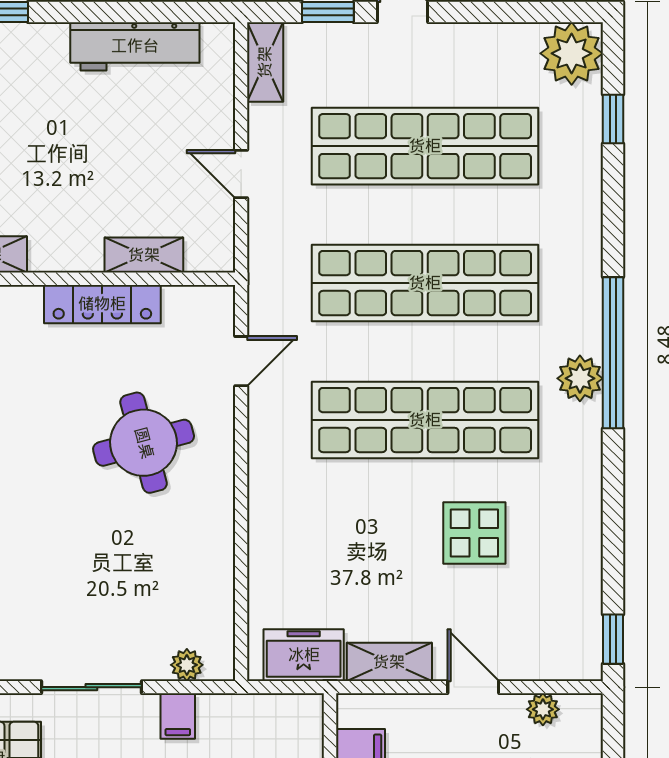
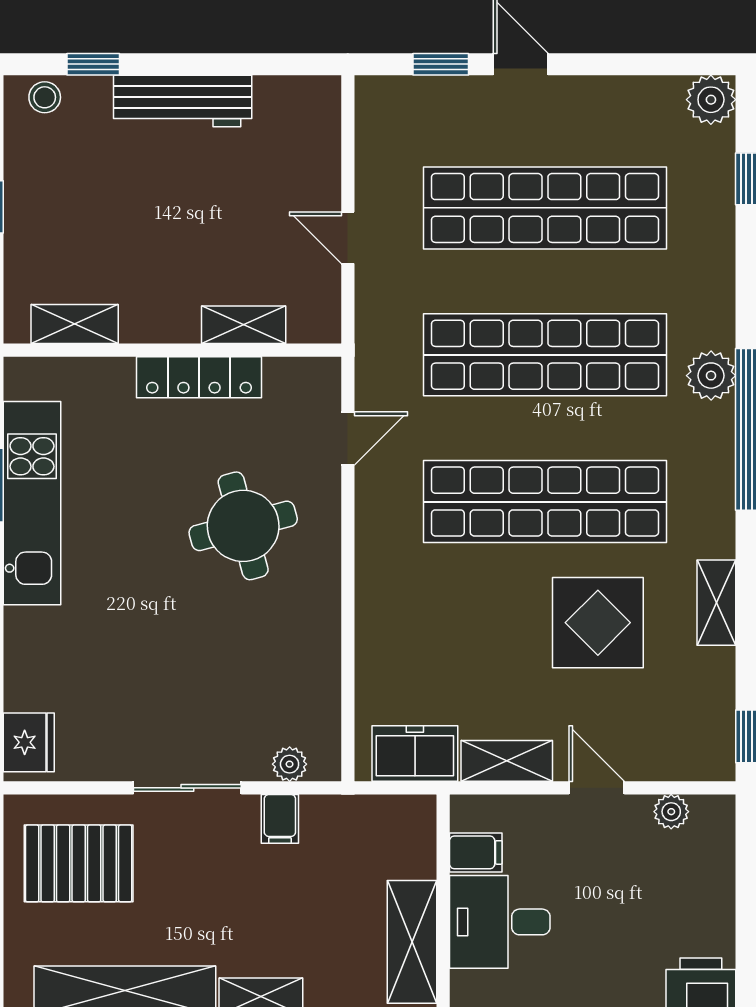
workbench: (135, 46) -> (183, 101), moved
plant: (572, 53) -> (711, 100), width x0.73, depth x0.73
shelving: (265, 62) -> (716, 603), moved
plant: (580, 378) -> (711, 376), moved
display table: (474, 533) -> (598, 623), width x1.36, depth x1.36

